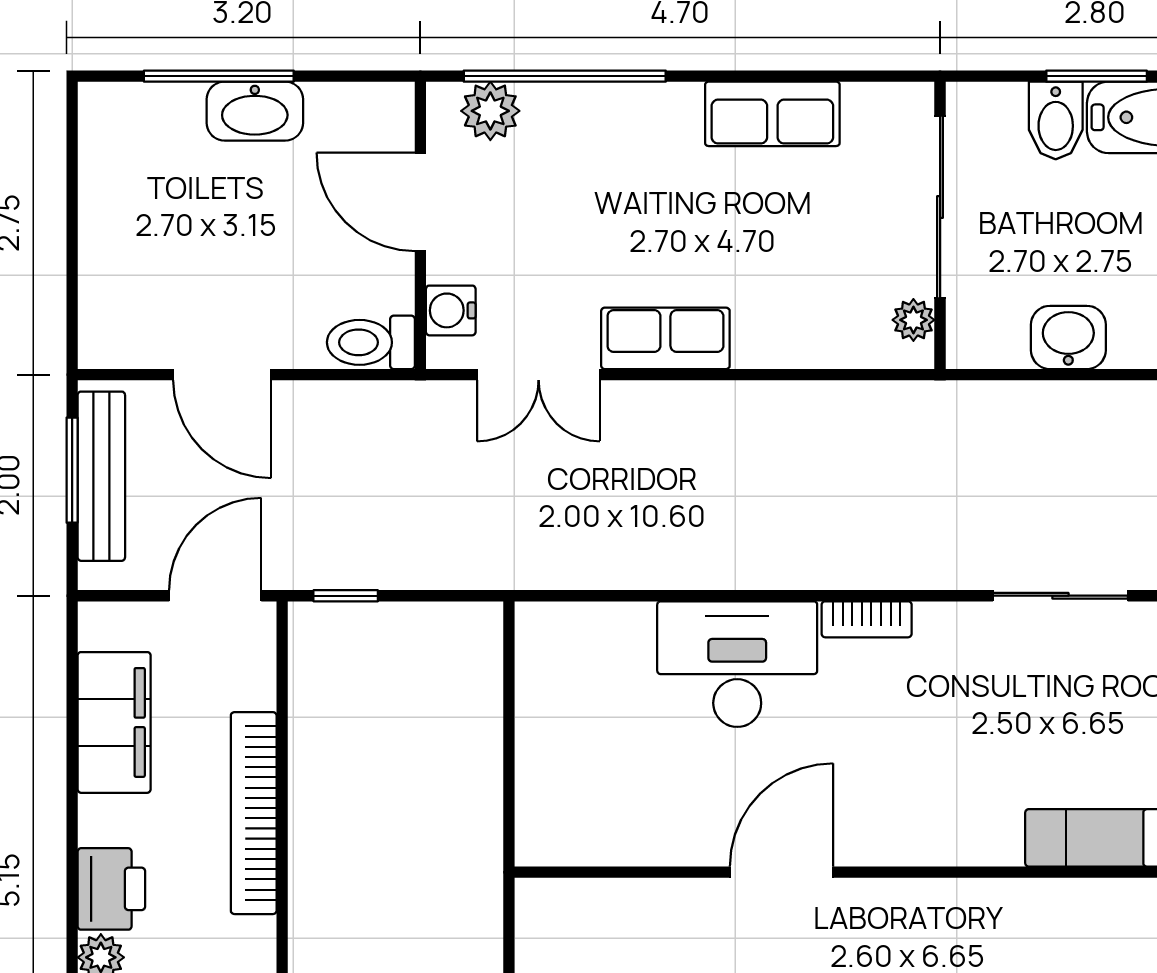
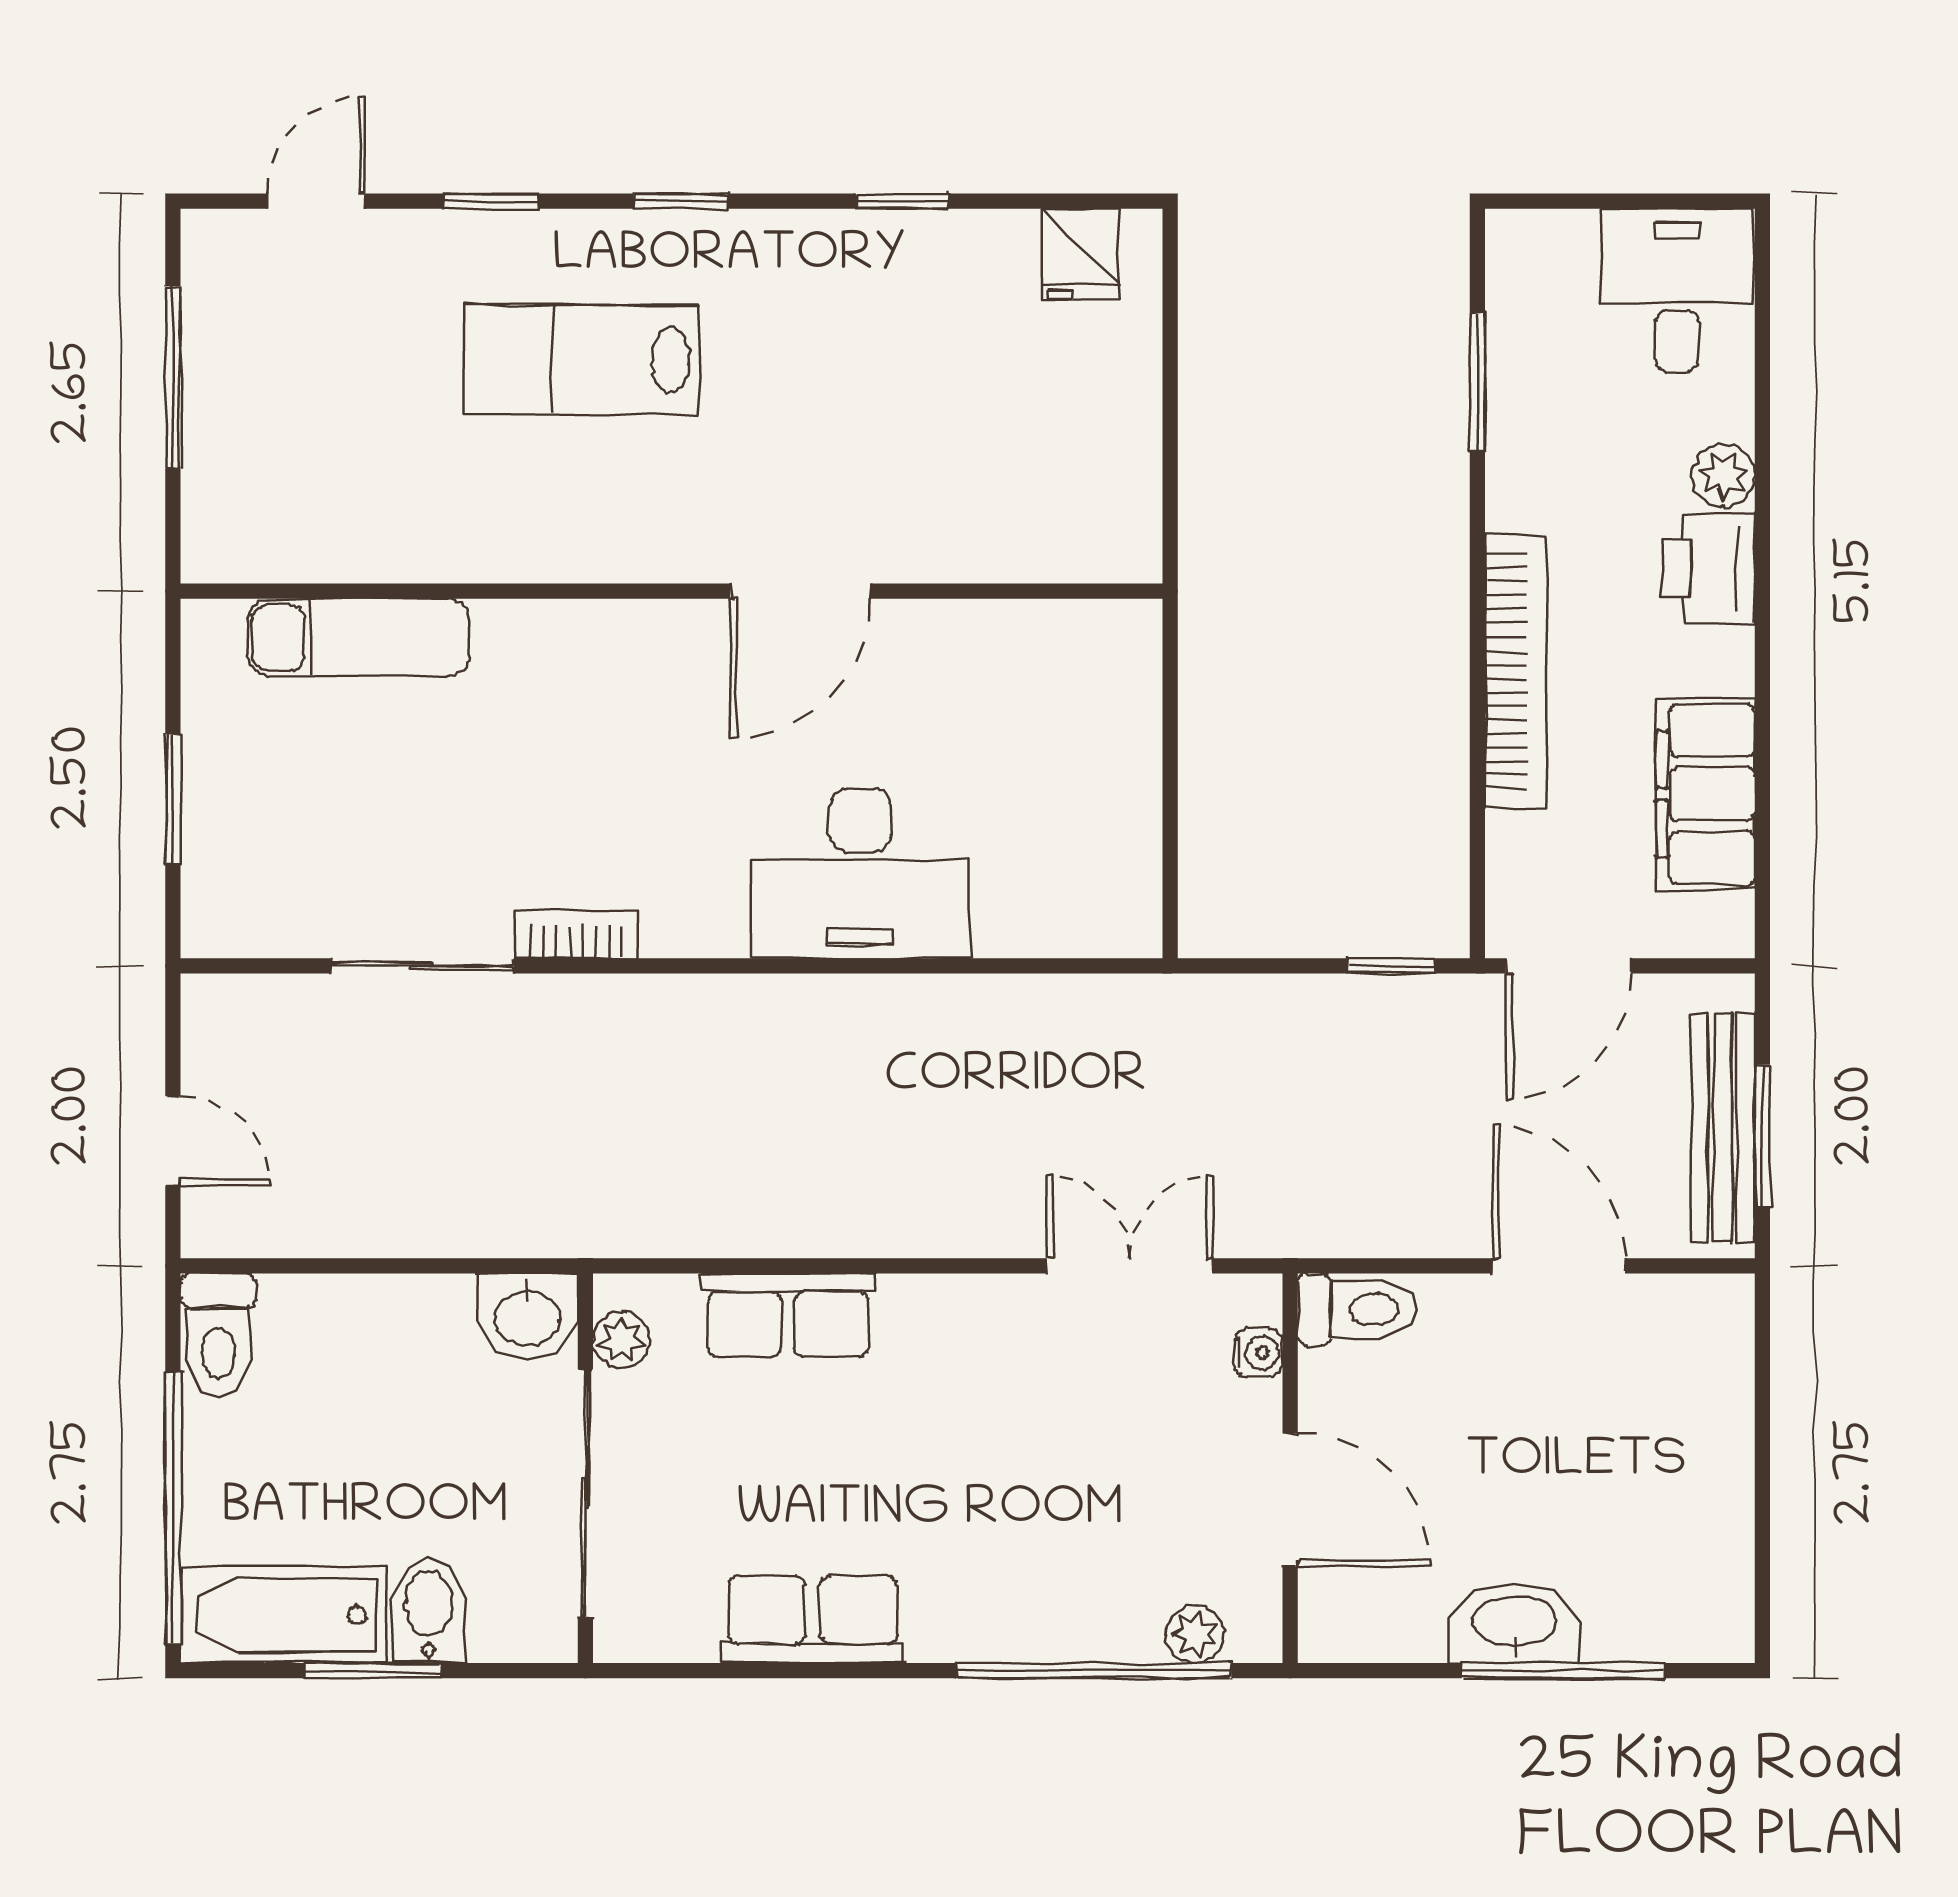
plant: (490, 111) -> (1195, 1634), width x0.73, depth x0.73
water cooler: (451, 310) -> (1258, 1353), width x0.72, depth x0.72
washbasin: (1068, 337) -> (527, 1316), moved
row of seats: (665, 338) -> (788, 1315), moved
bookcase: (867, 619) -> (576, 934), moved

